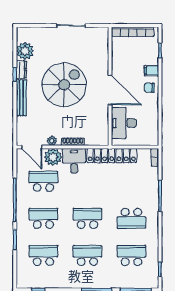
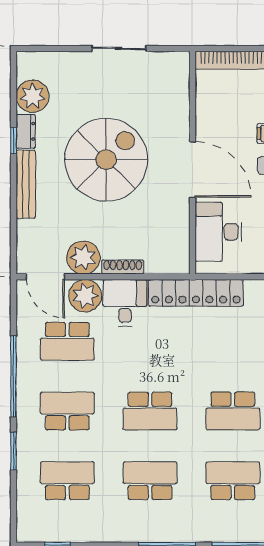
plant: (52, 141) -> (83, 257), width x1.88, depth x1.88
school desk: (43, 181) -> (67, 341), turned 180
school desk: (87, 218) -> (150, 411), turned 180

